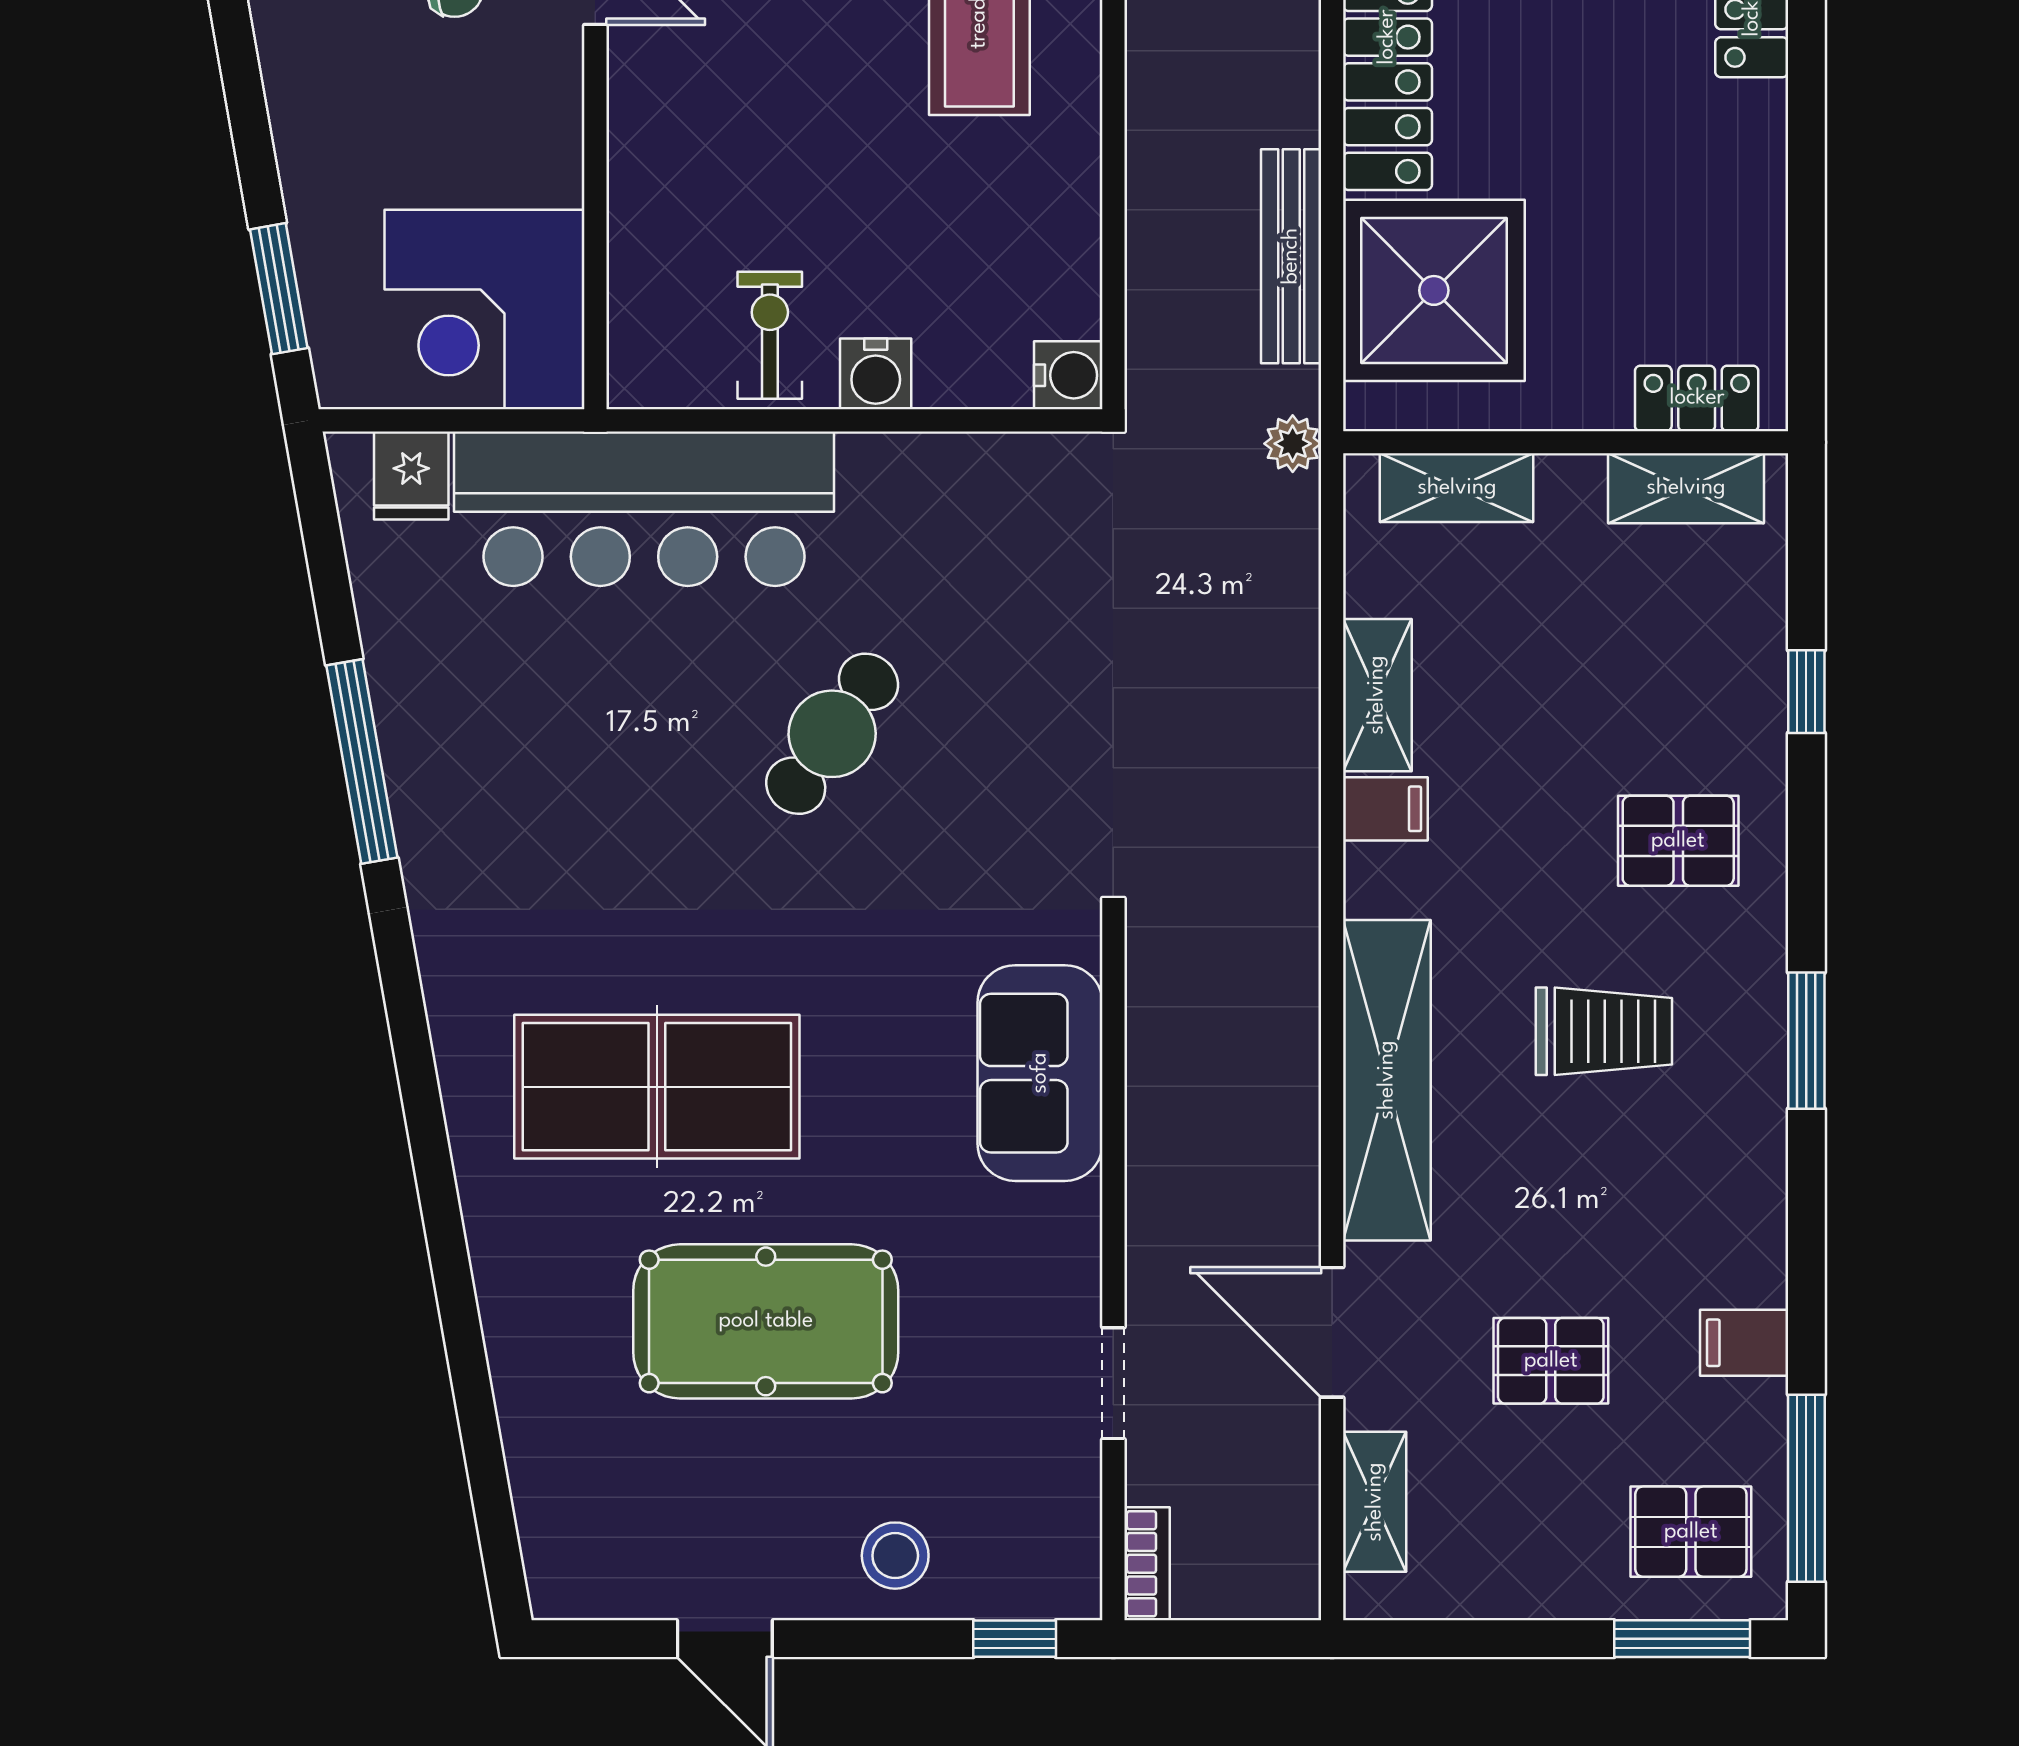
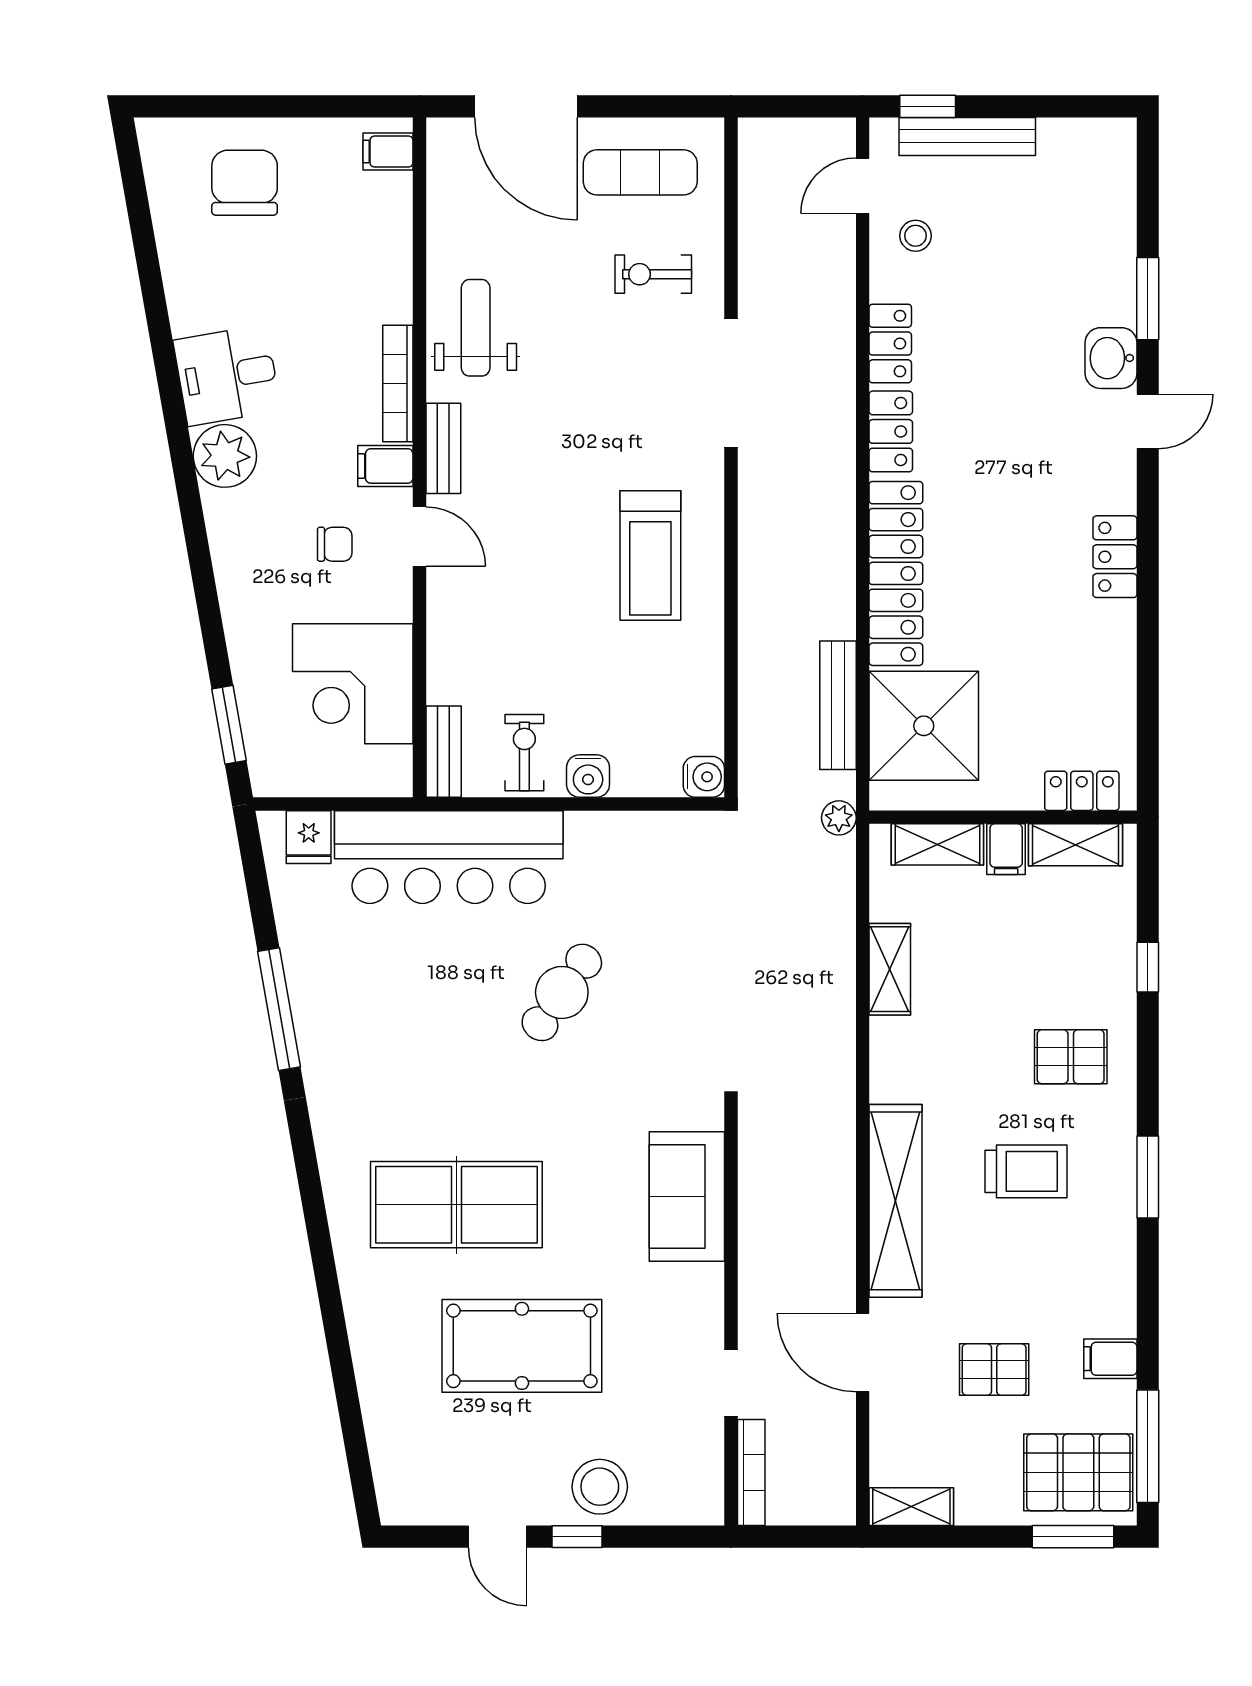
corner desk: (485, 310) -> (353, 684), moved
bench: (635, 333) -> (444, 752), added
filing cabinet: (1385, 809) -> (1006, 849), moved, turned 90
shelving: (1375, 1502) -> (911, 1507), moved, turned 90
pallet: (1691, 1532) -> (1078, 1472), width x1.50, depth x1.42
stool: (895, 1556) -> (600, 1487), width x1.38, depth x1.38
bookcase: (1147, 1564) -> (751, 1472), width x1.56
window: (1015, 1639) -> (577, 1537), moved

